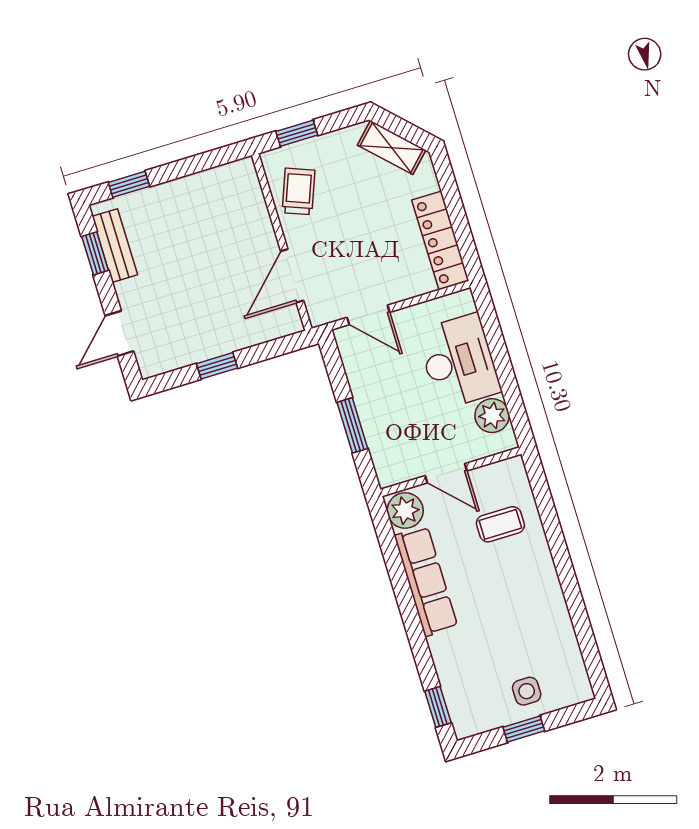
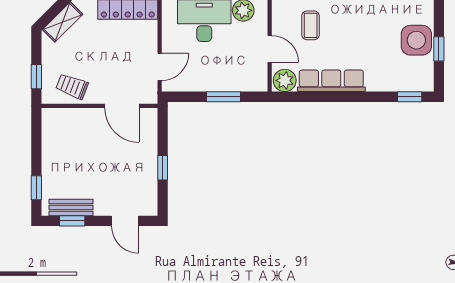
door: (446, 473) -> (270, 49), hinge flipped
side table: (527, 691) -> (416, 40), width x1.87, depth x1.87

